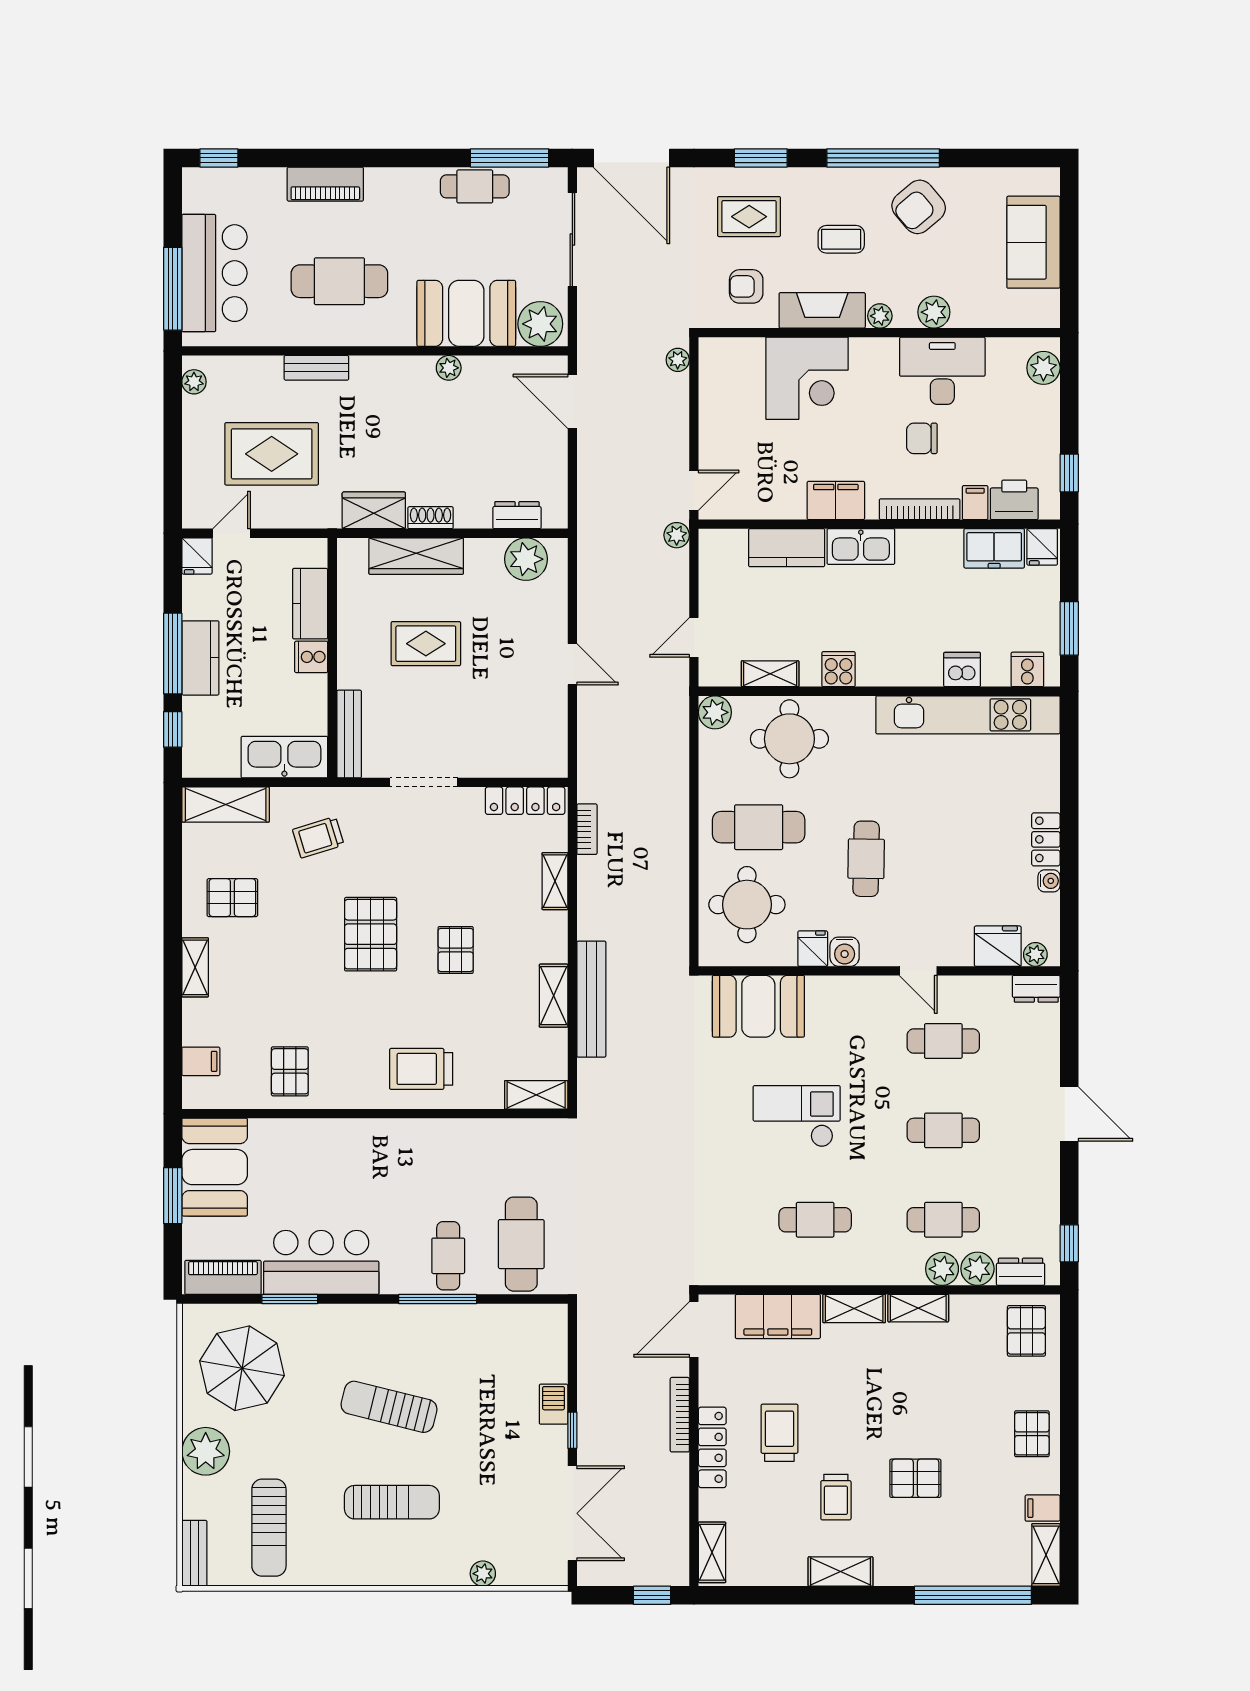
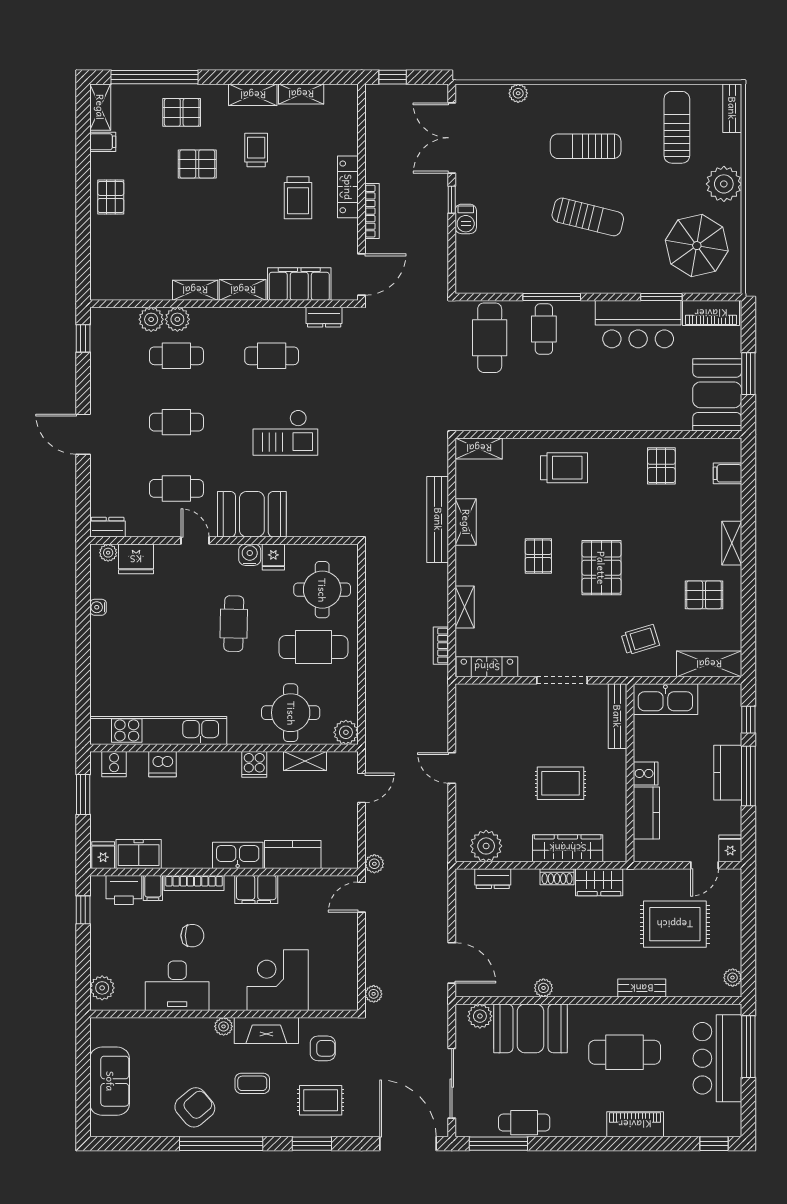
plant: (934, 312) -> (183, 1029), removed
plant: (540, 324) -> (480, 1016), width x0.73, depth x0.73
locker: (1046, 839) -> (100, 638), removed
booth: (758, 1006) -> (252, 514), moved
dresser: (1021, 1272) -> (324, 317), moved
pallet: (1026, 1331) -> (182, 112), moved, turned 90
shelving: (712, 1552) -> (301, 94), moved, turned 90

